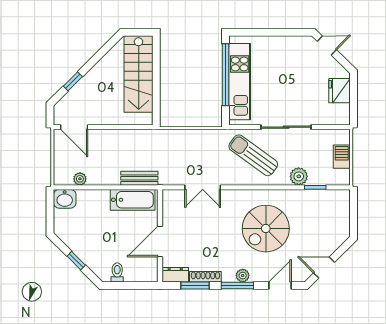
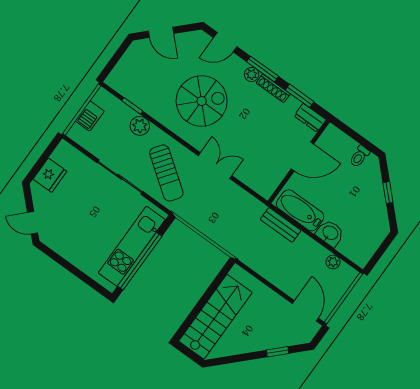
double door: (203, 187) -> (215, 166), moved
washbasin: (65, 199) -> (330, 233), moved
door: (324, 268) -> (161, 32), moved
shoe rack: (205, 277) -> (273, 88), moved

